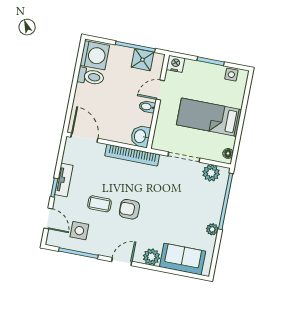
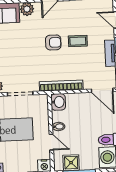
door: (160, 90) -> (51, 142), hinge flipped
side table: (79, 231) -> (89, 16), removed

